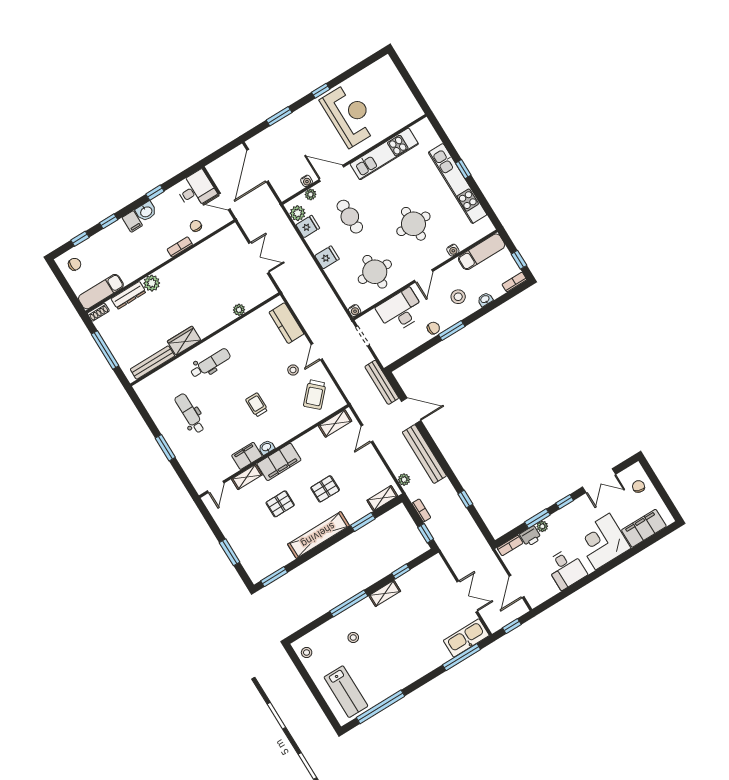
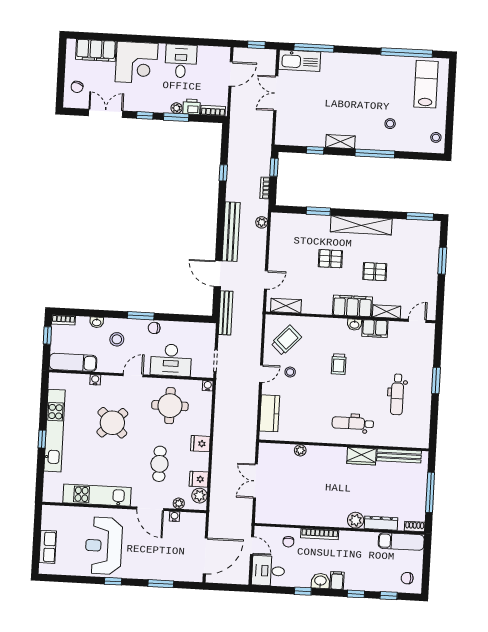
row of seats: (396, 82) -> (48, 547), added
round table: (413, 224) -> (112, 423), turned 45
bookcase: (180, 247) -> (320, 534), width x1.56
shelving: (382, 498) -> (290, 219), removed

